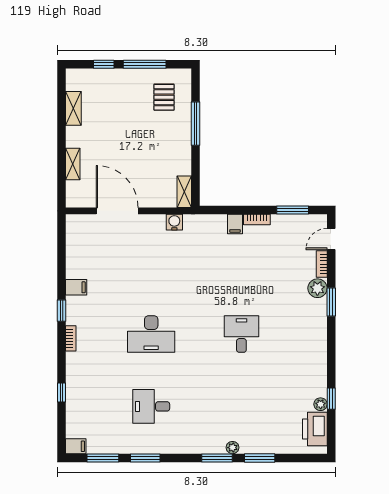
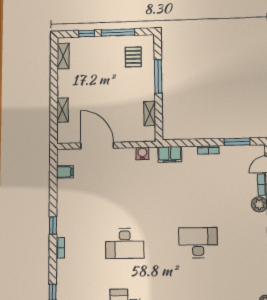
shelving: (73, 108) -> (63, 56), moved
shelving: (184, 192) -> (150, 114), moved
filing cabinet: (235, 224) -> (170, 154), moved, width x2.00
filing cabinet: (76, 287) -> (65, 172), moved
desk: (241, 334) -> (198, 243), width x1.37

